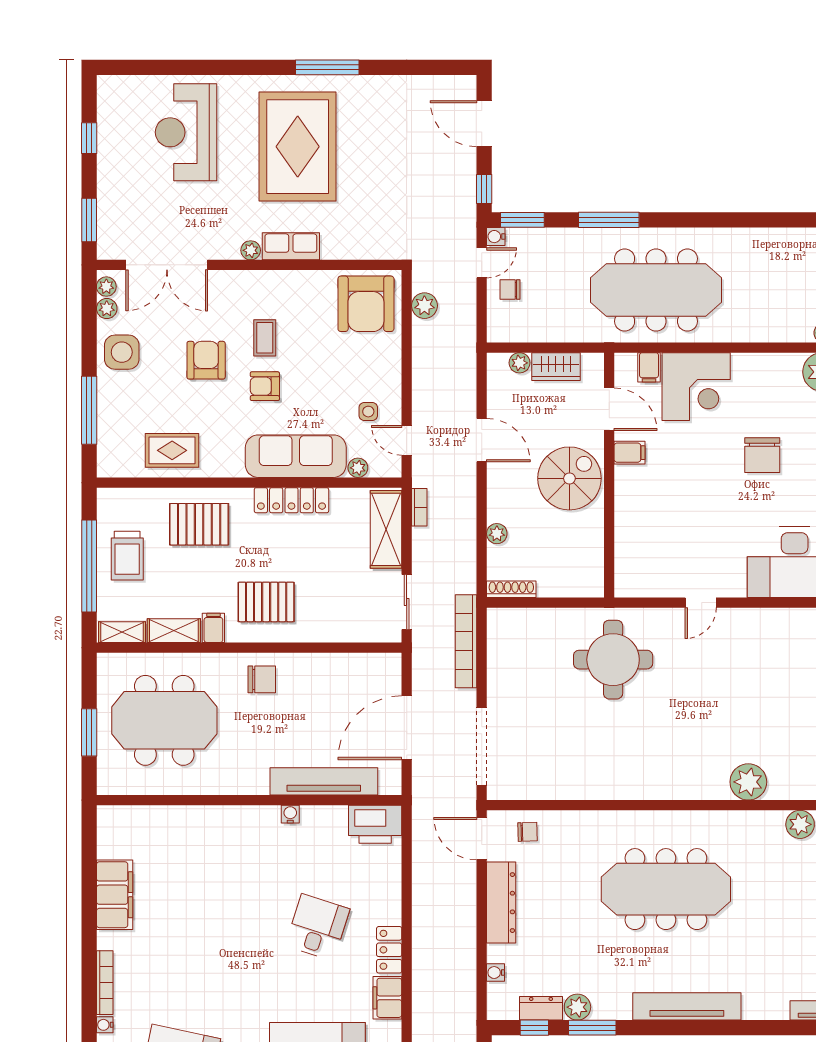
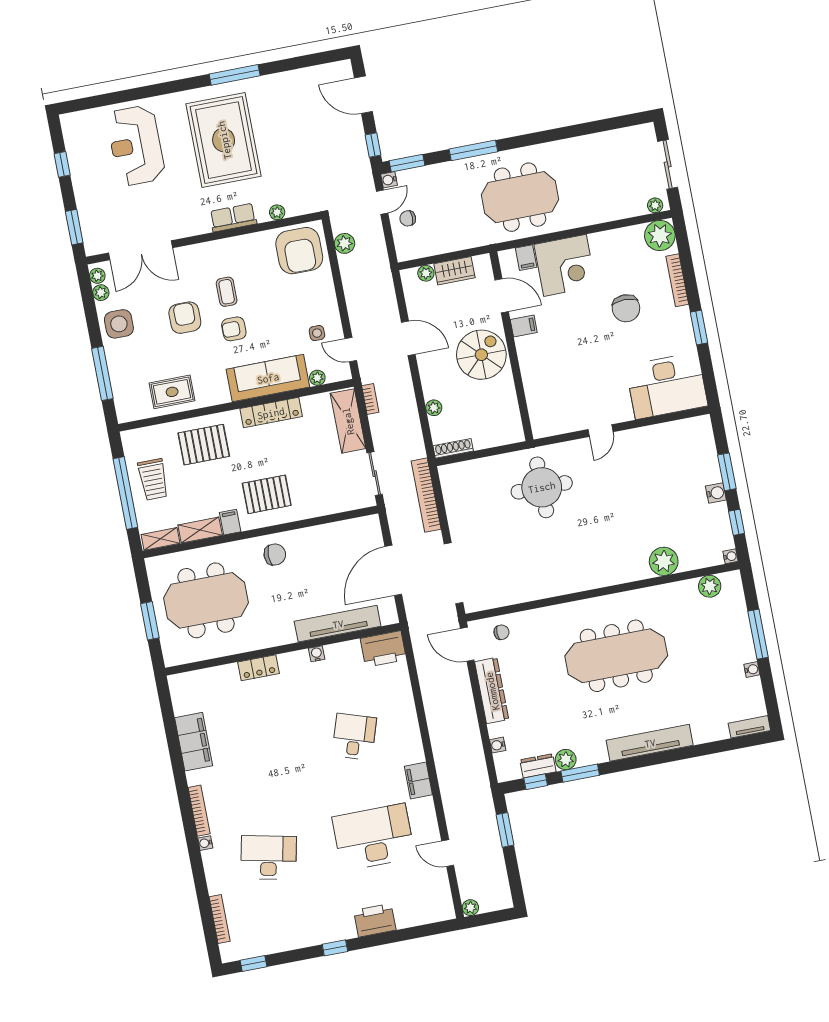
plant: (251, 250) -> (277, 212), moved
meeting table: (656, 290) -> (520, 197), width x0.73
locker: (389, 950) -> (259, 668), moved, turned -90

